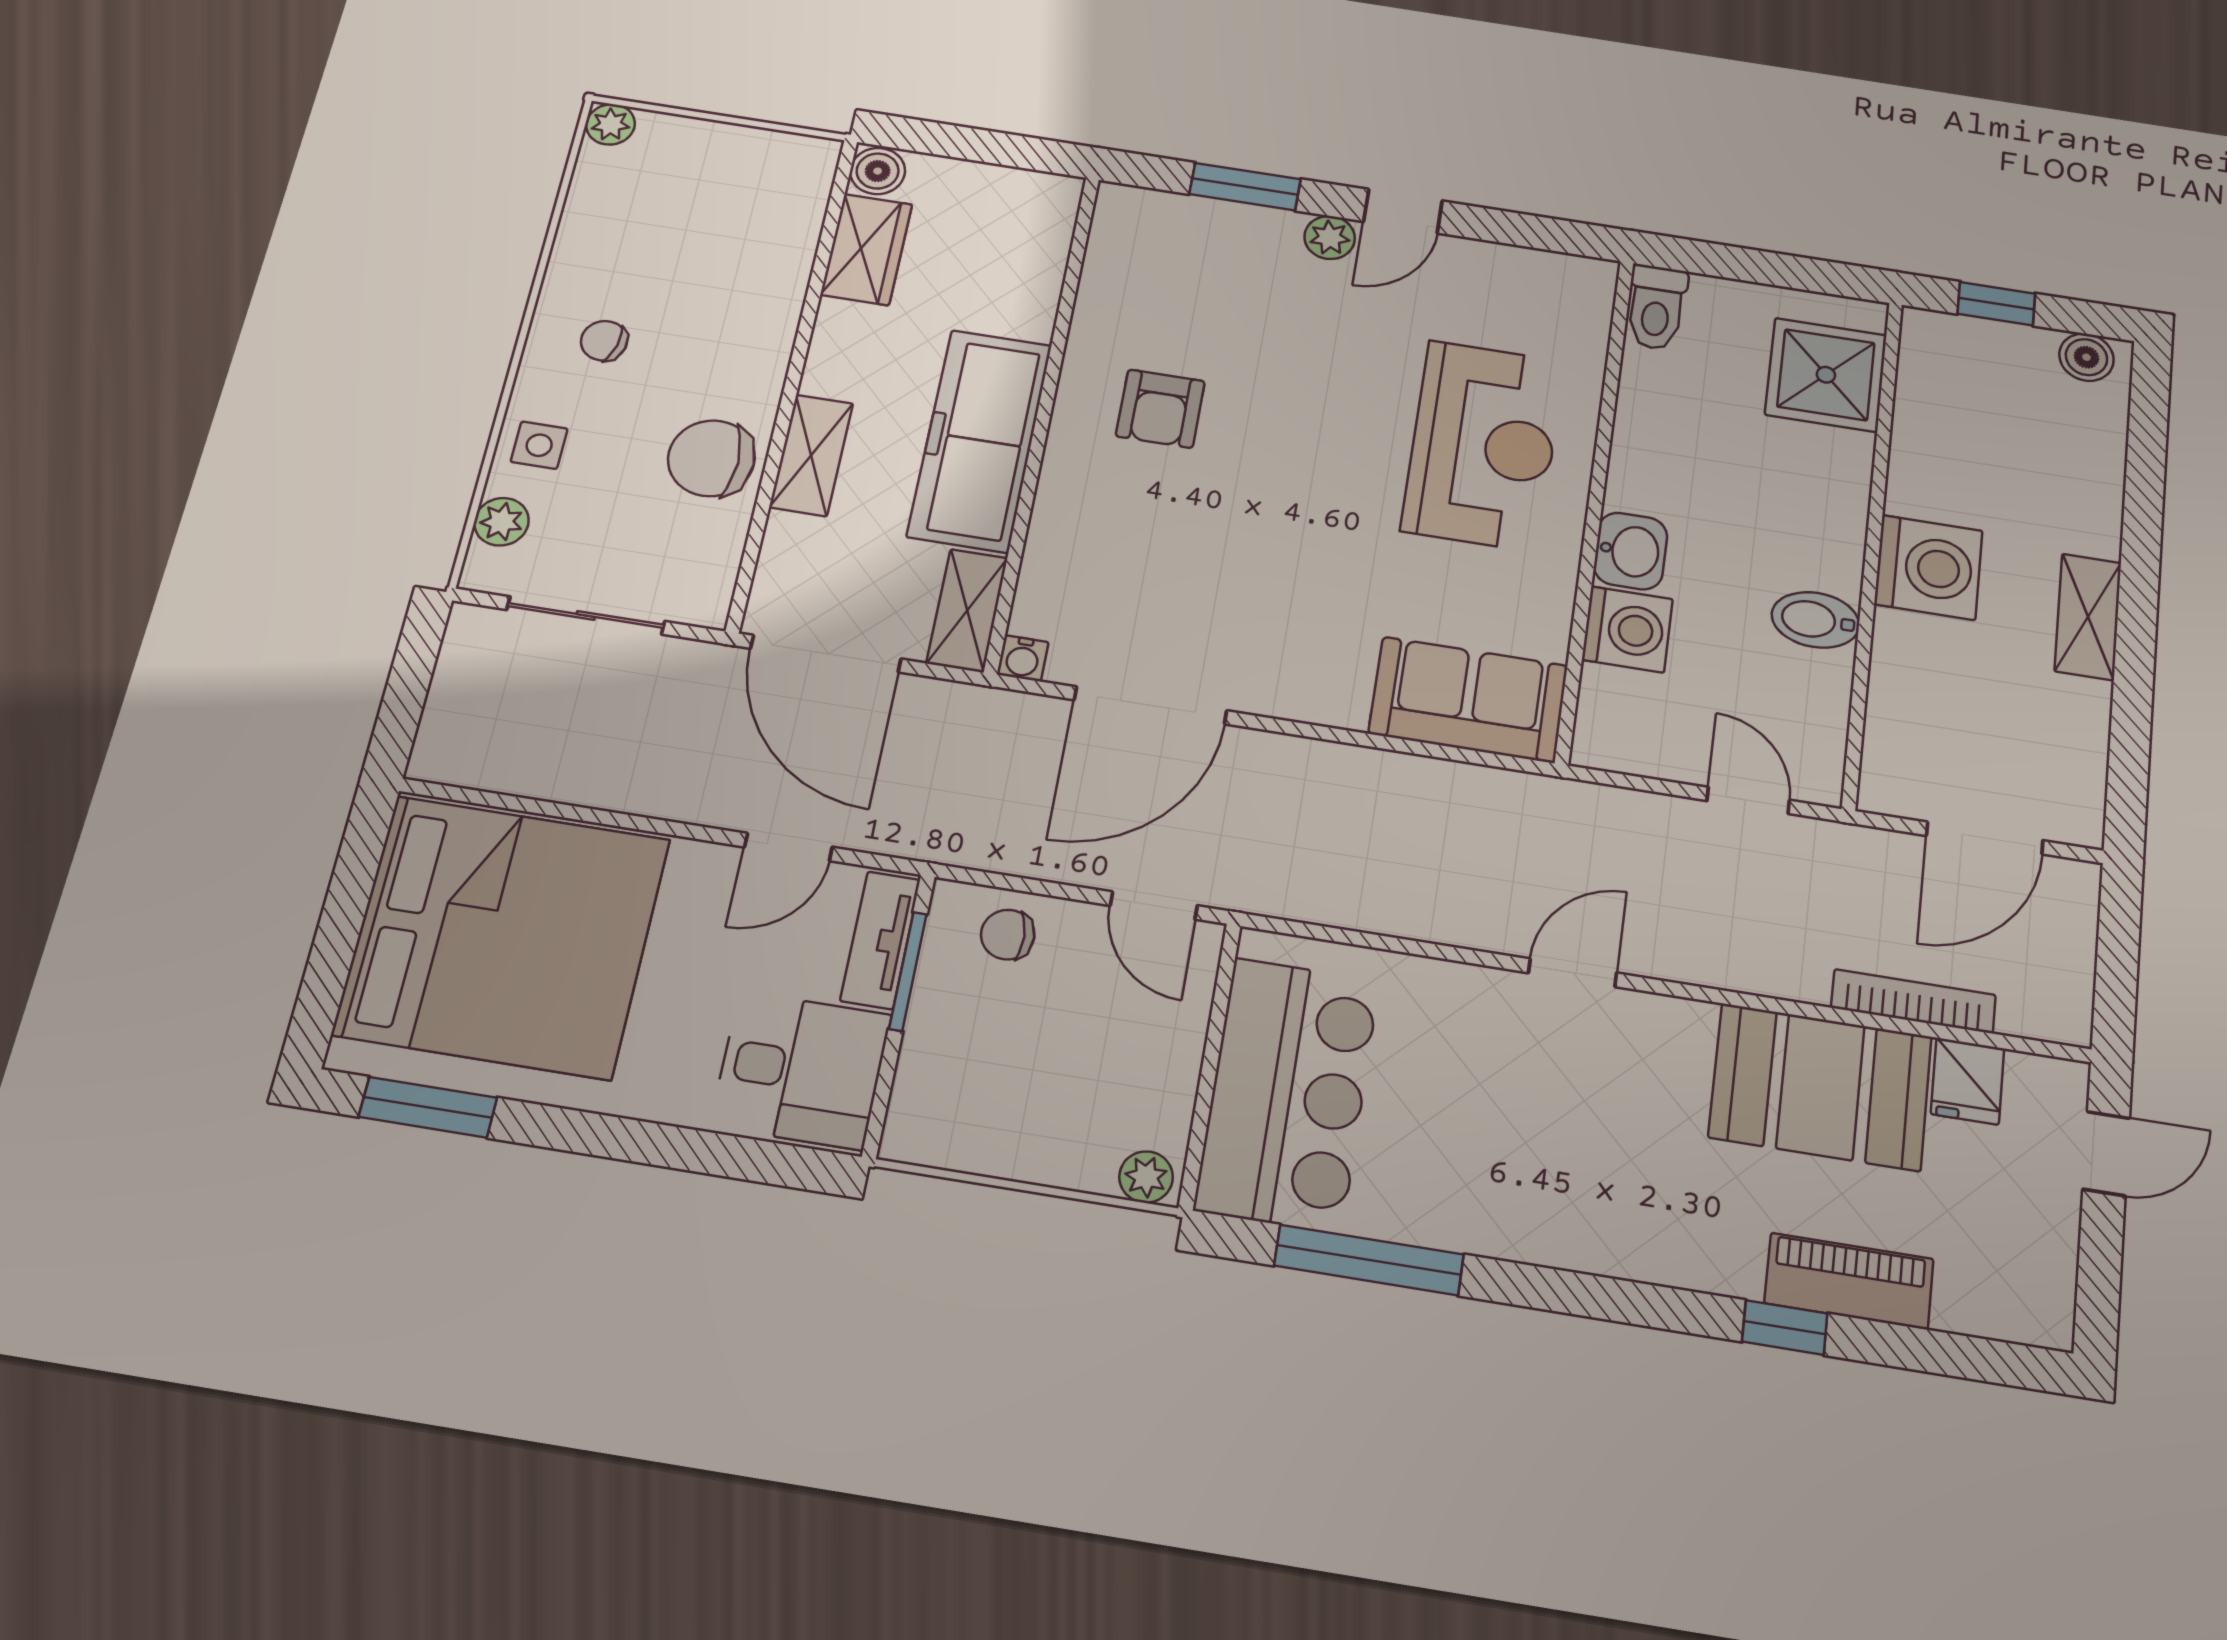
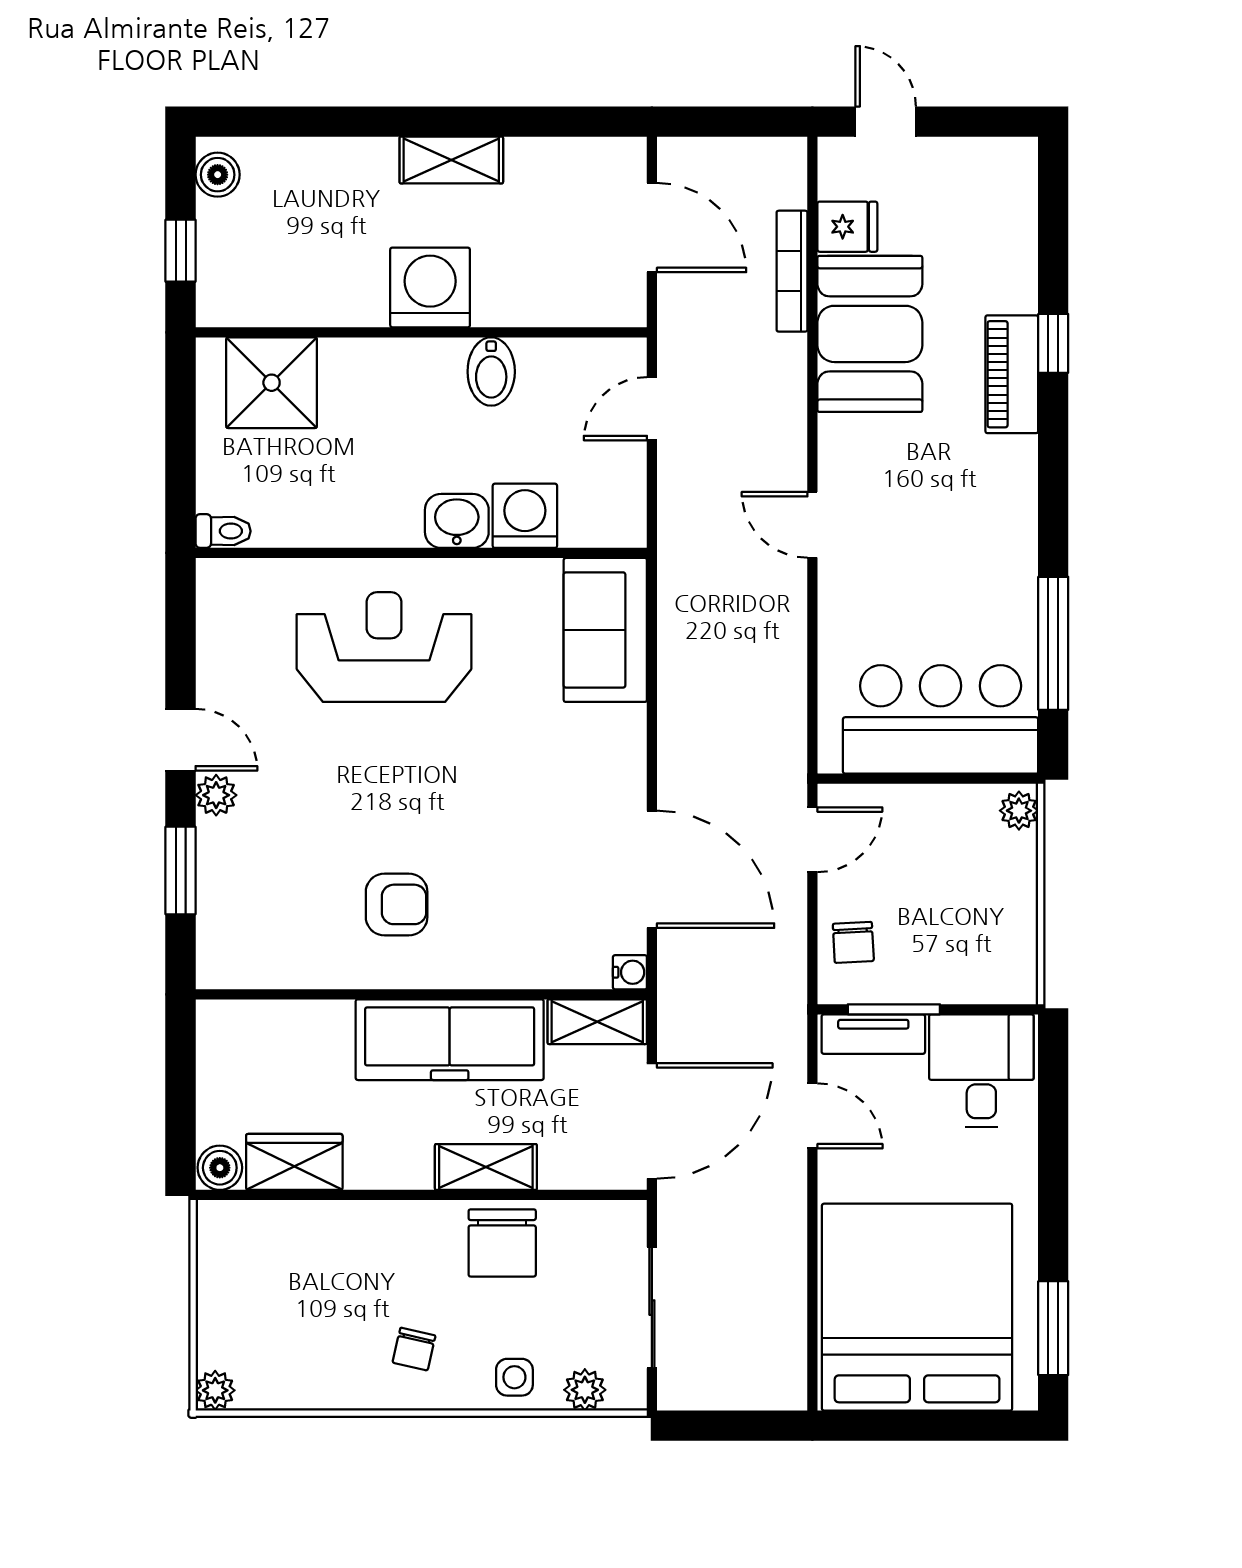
toilet: (1656, 307) -> (223, 531), width x0.73, depth x0.72
piano: (1849, 1281) -> (1012, 374), moved

